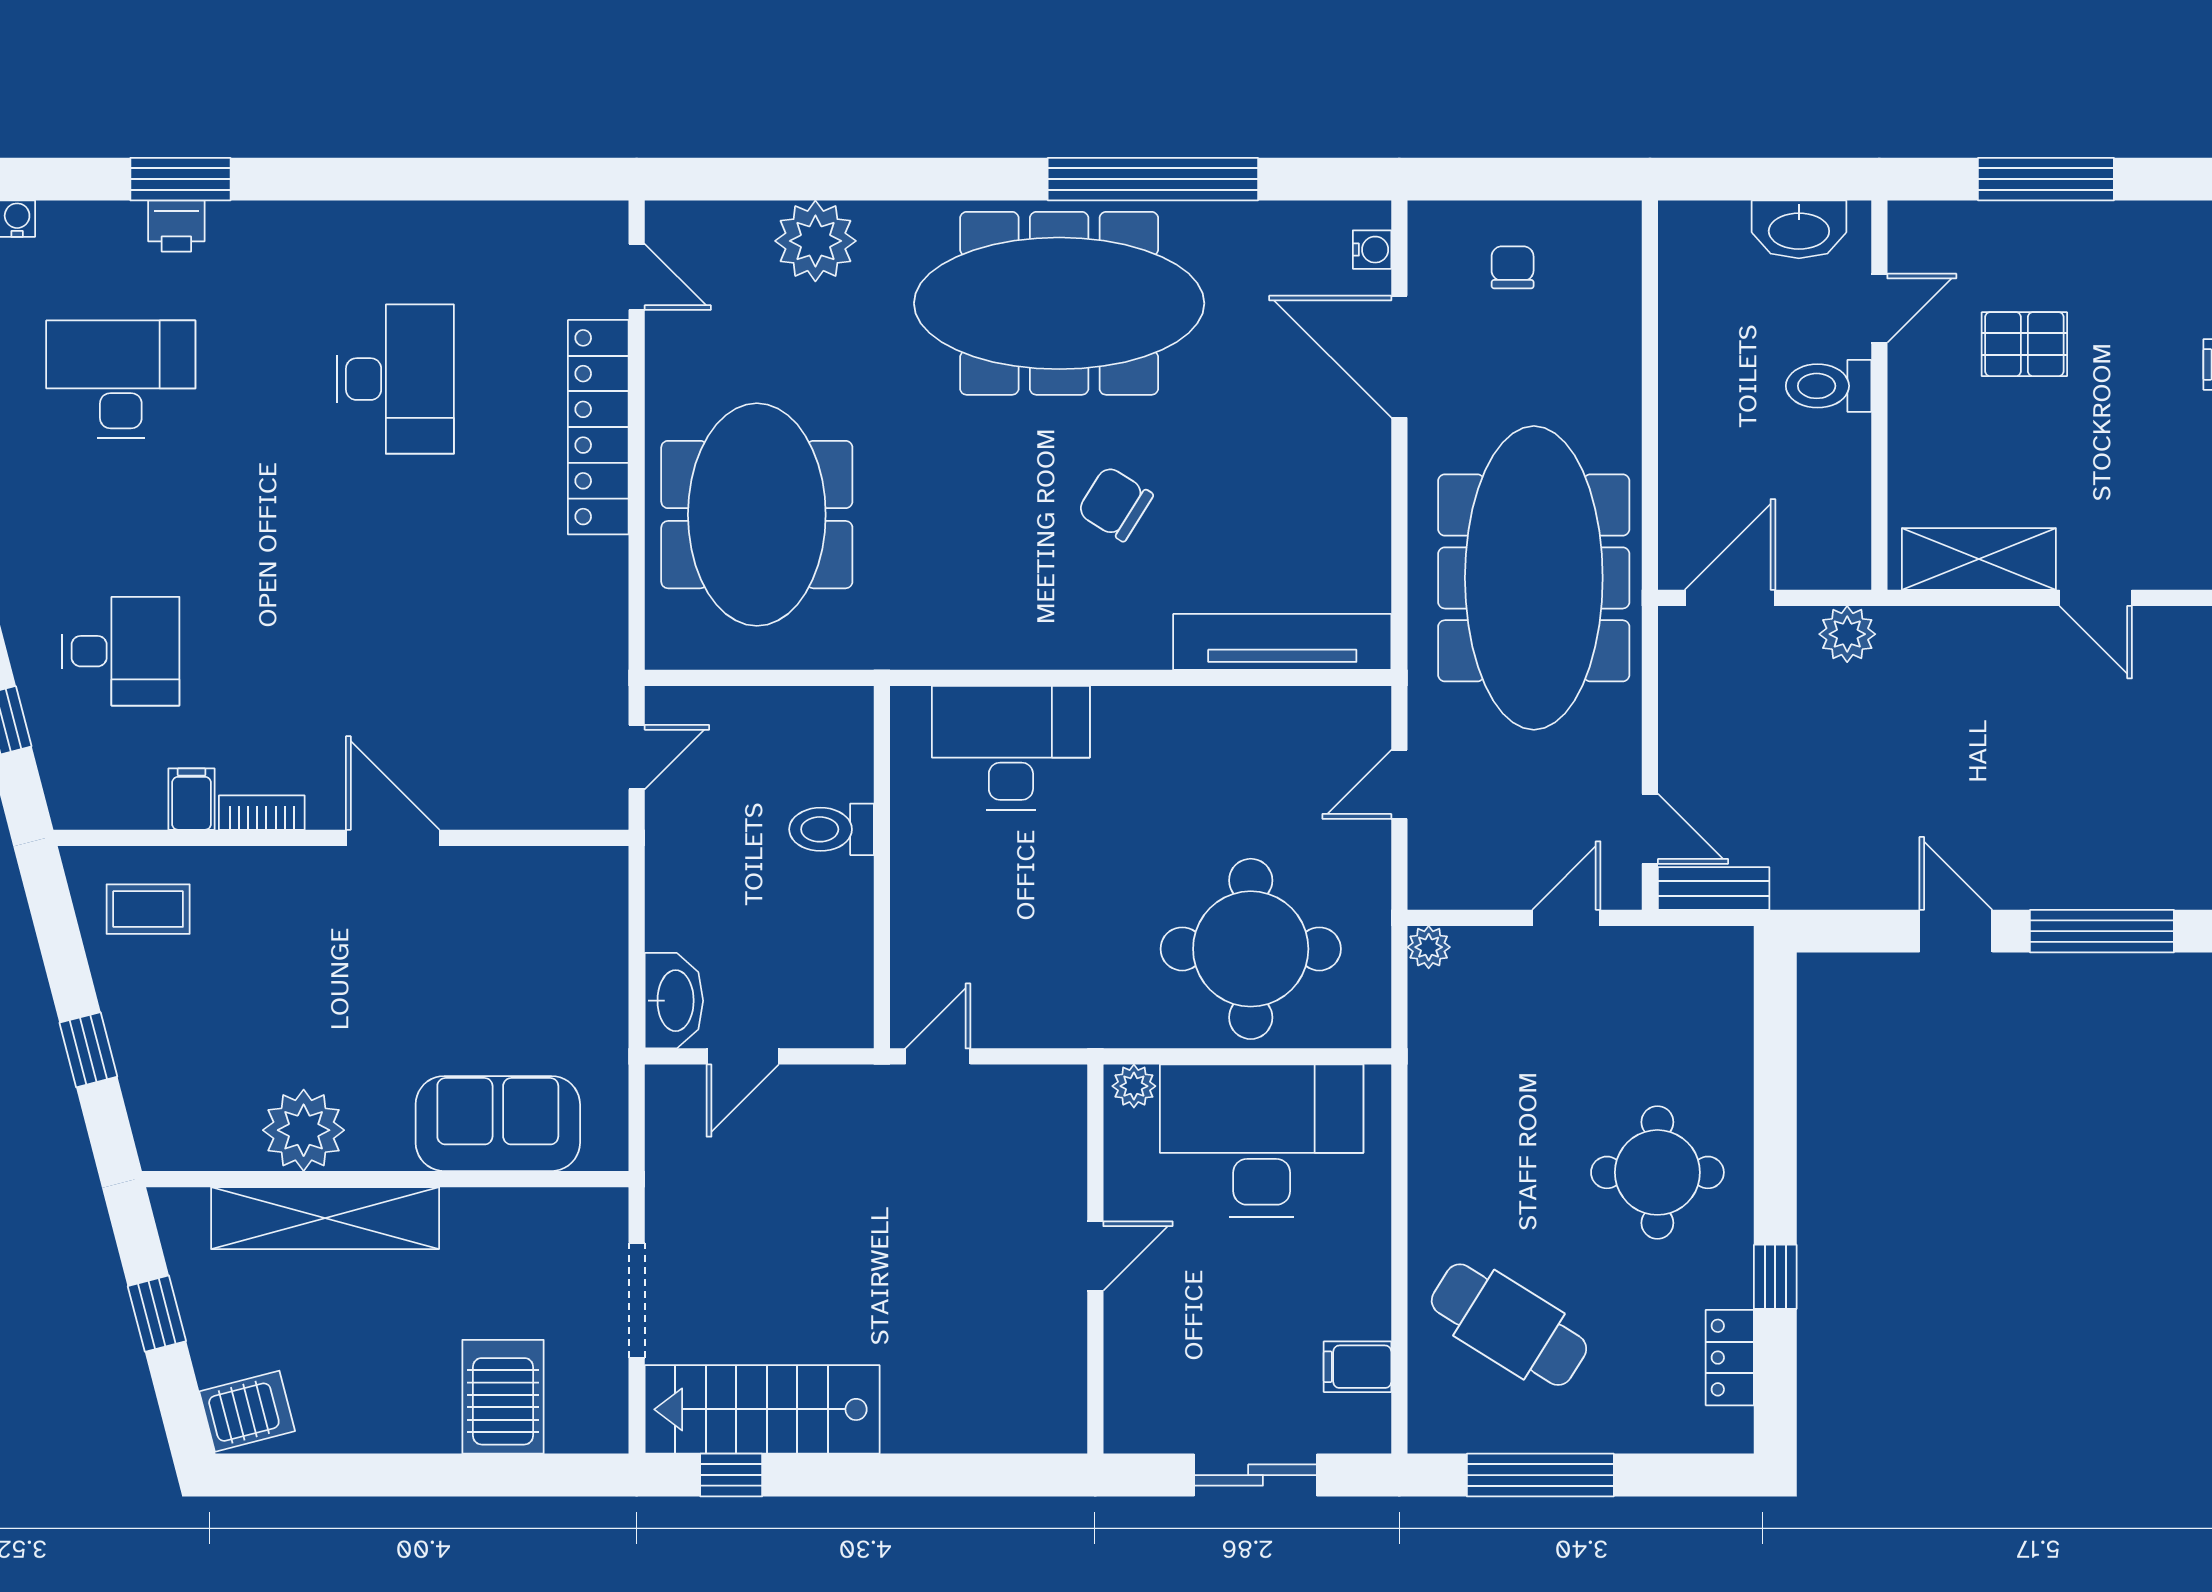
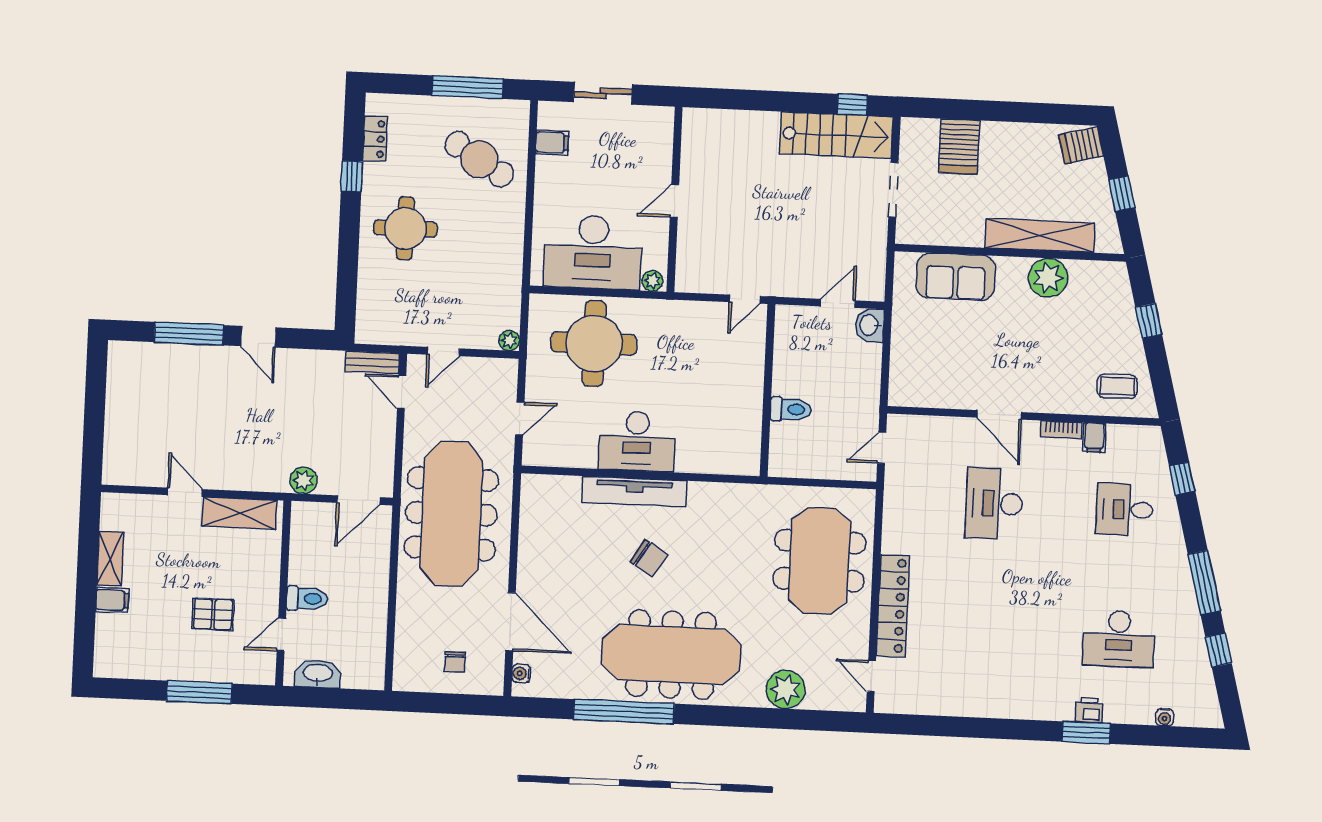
desk: (395, 379) -> (994, 504), moved
tv unit: (1282, 642) -> (634, 492), moved
desk: (1011, 748) -> (637, 441), moved
washbasin: (674, 1001) -> (870, 325), width x0.72

